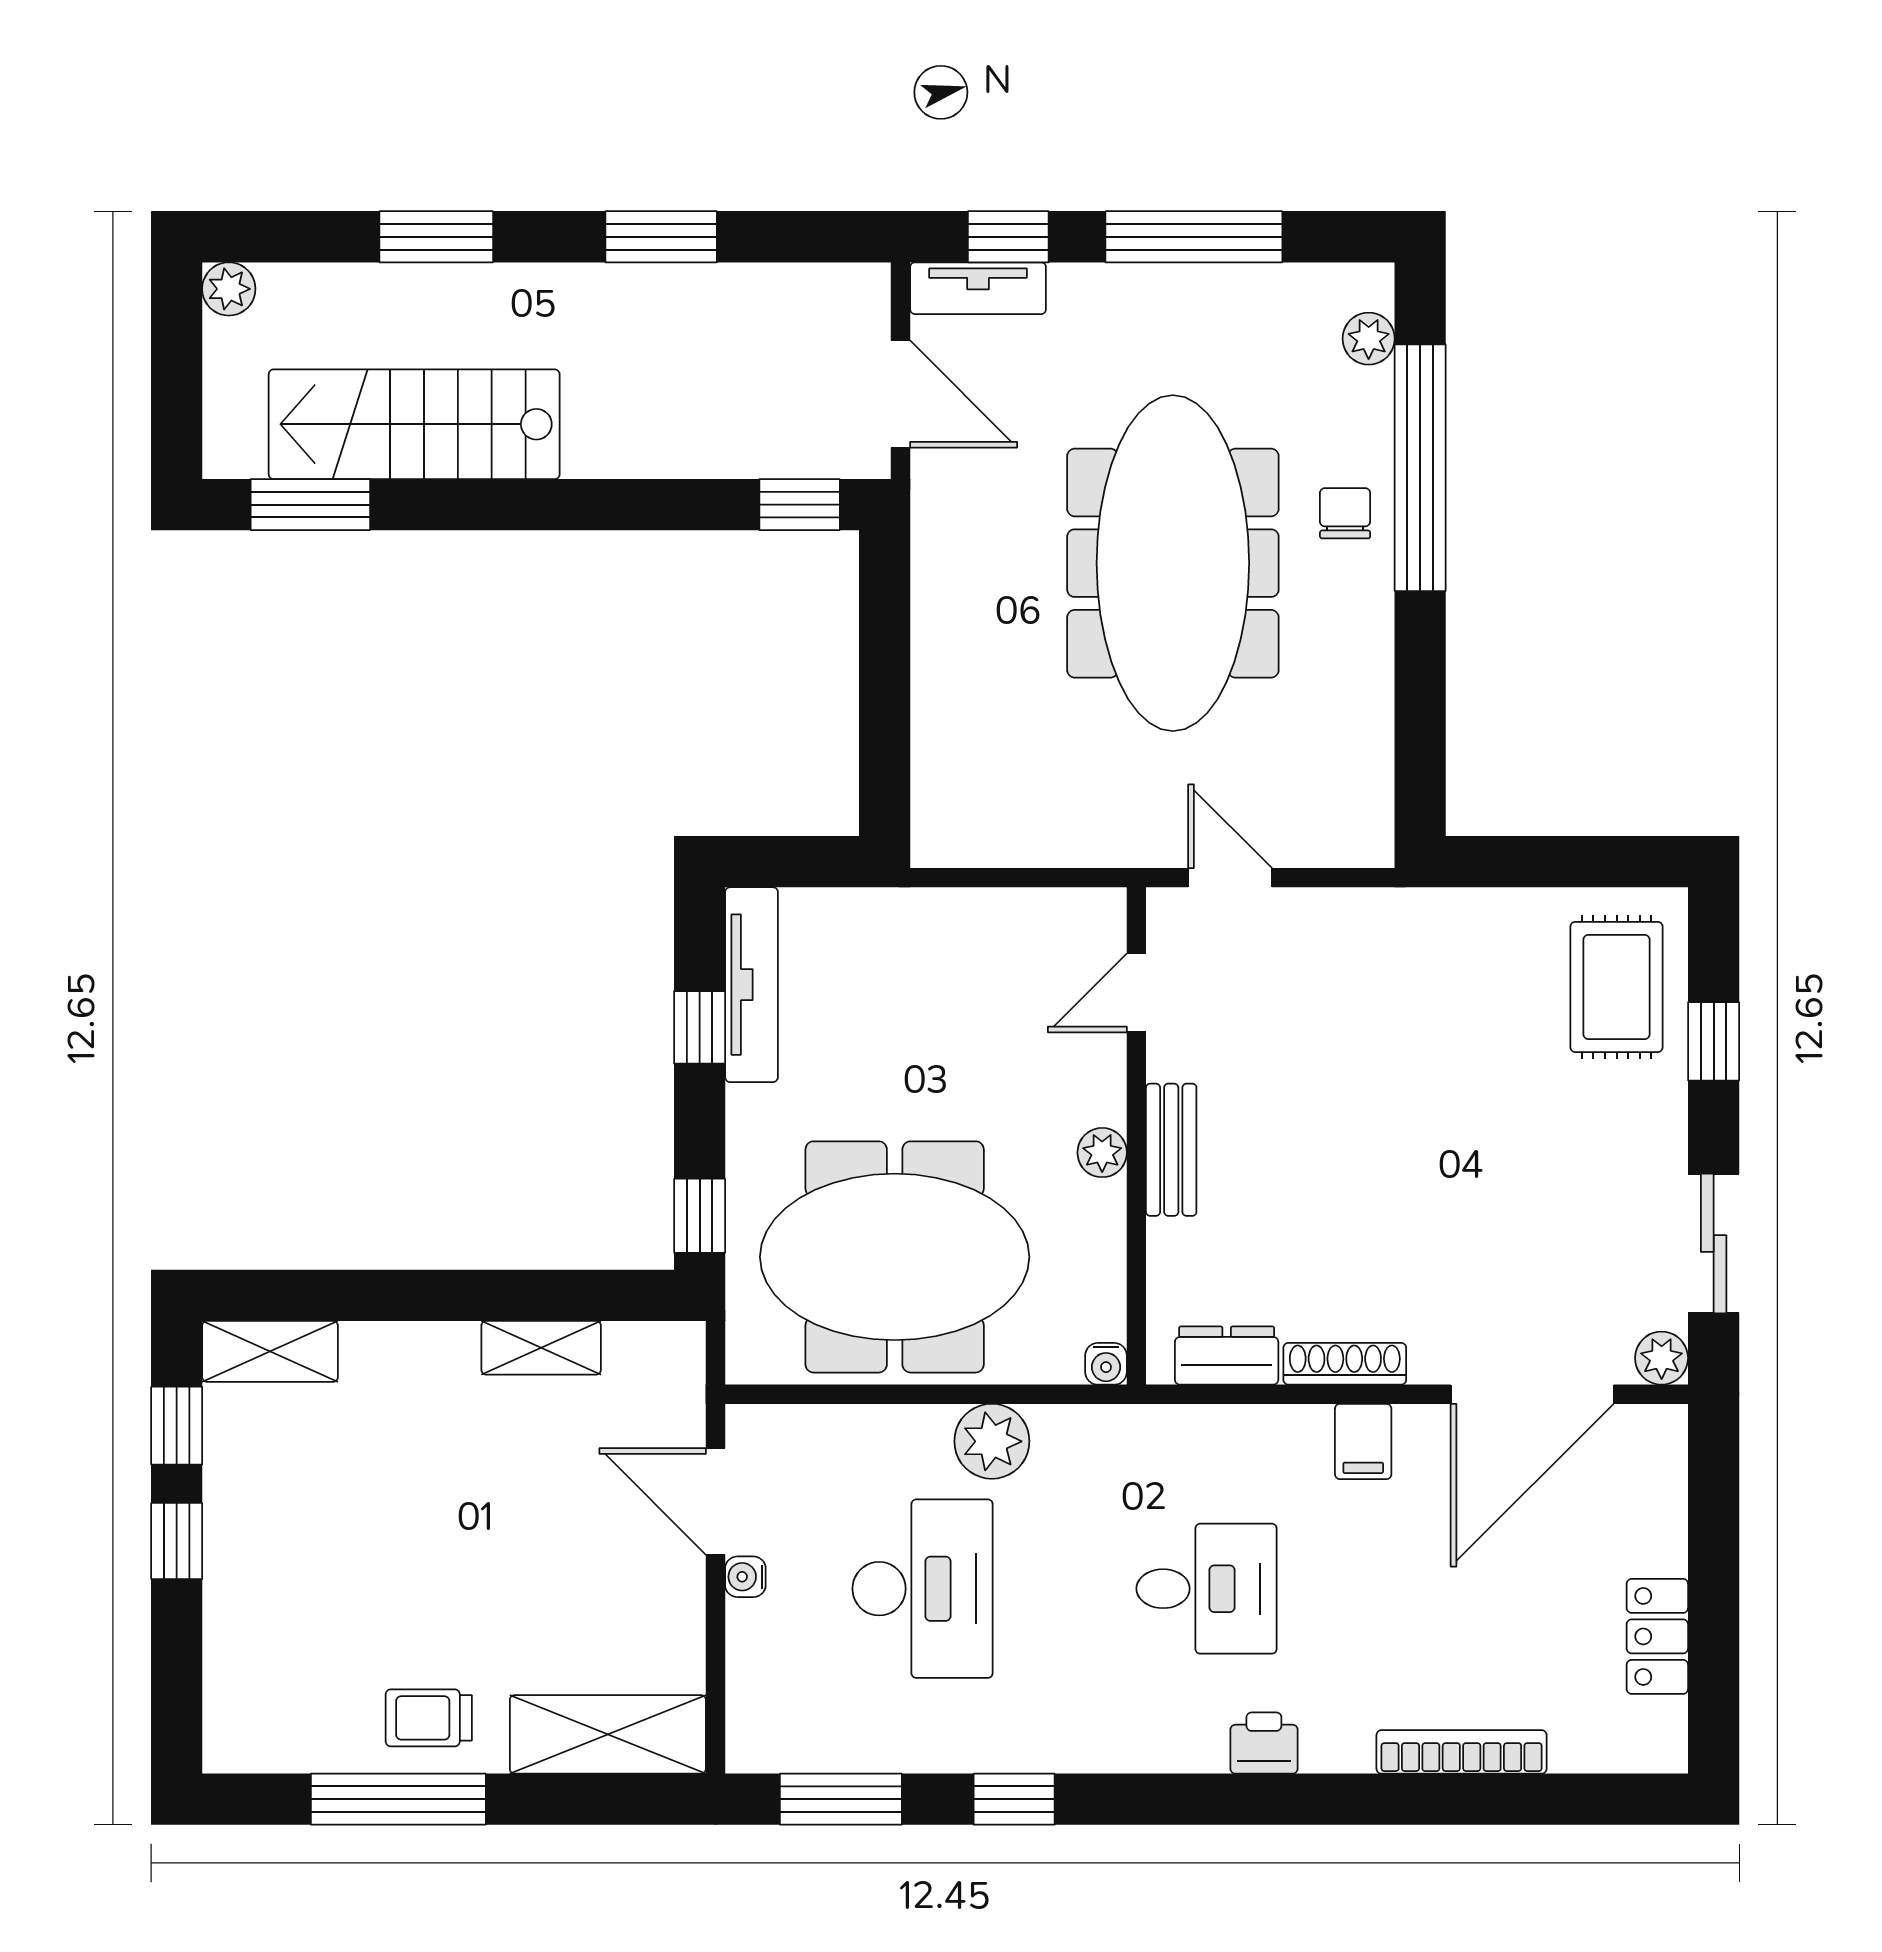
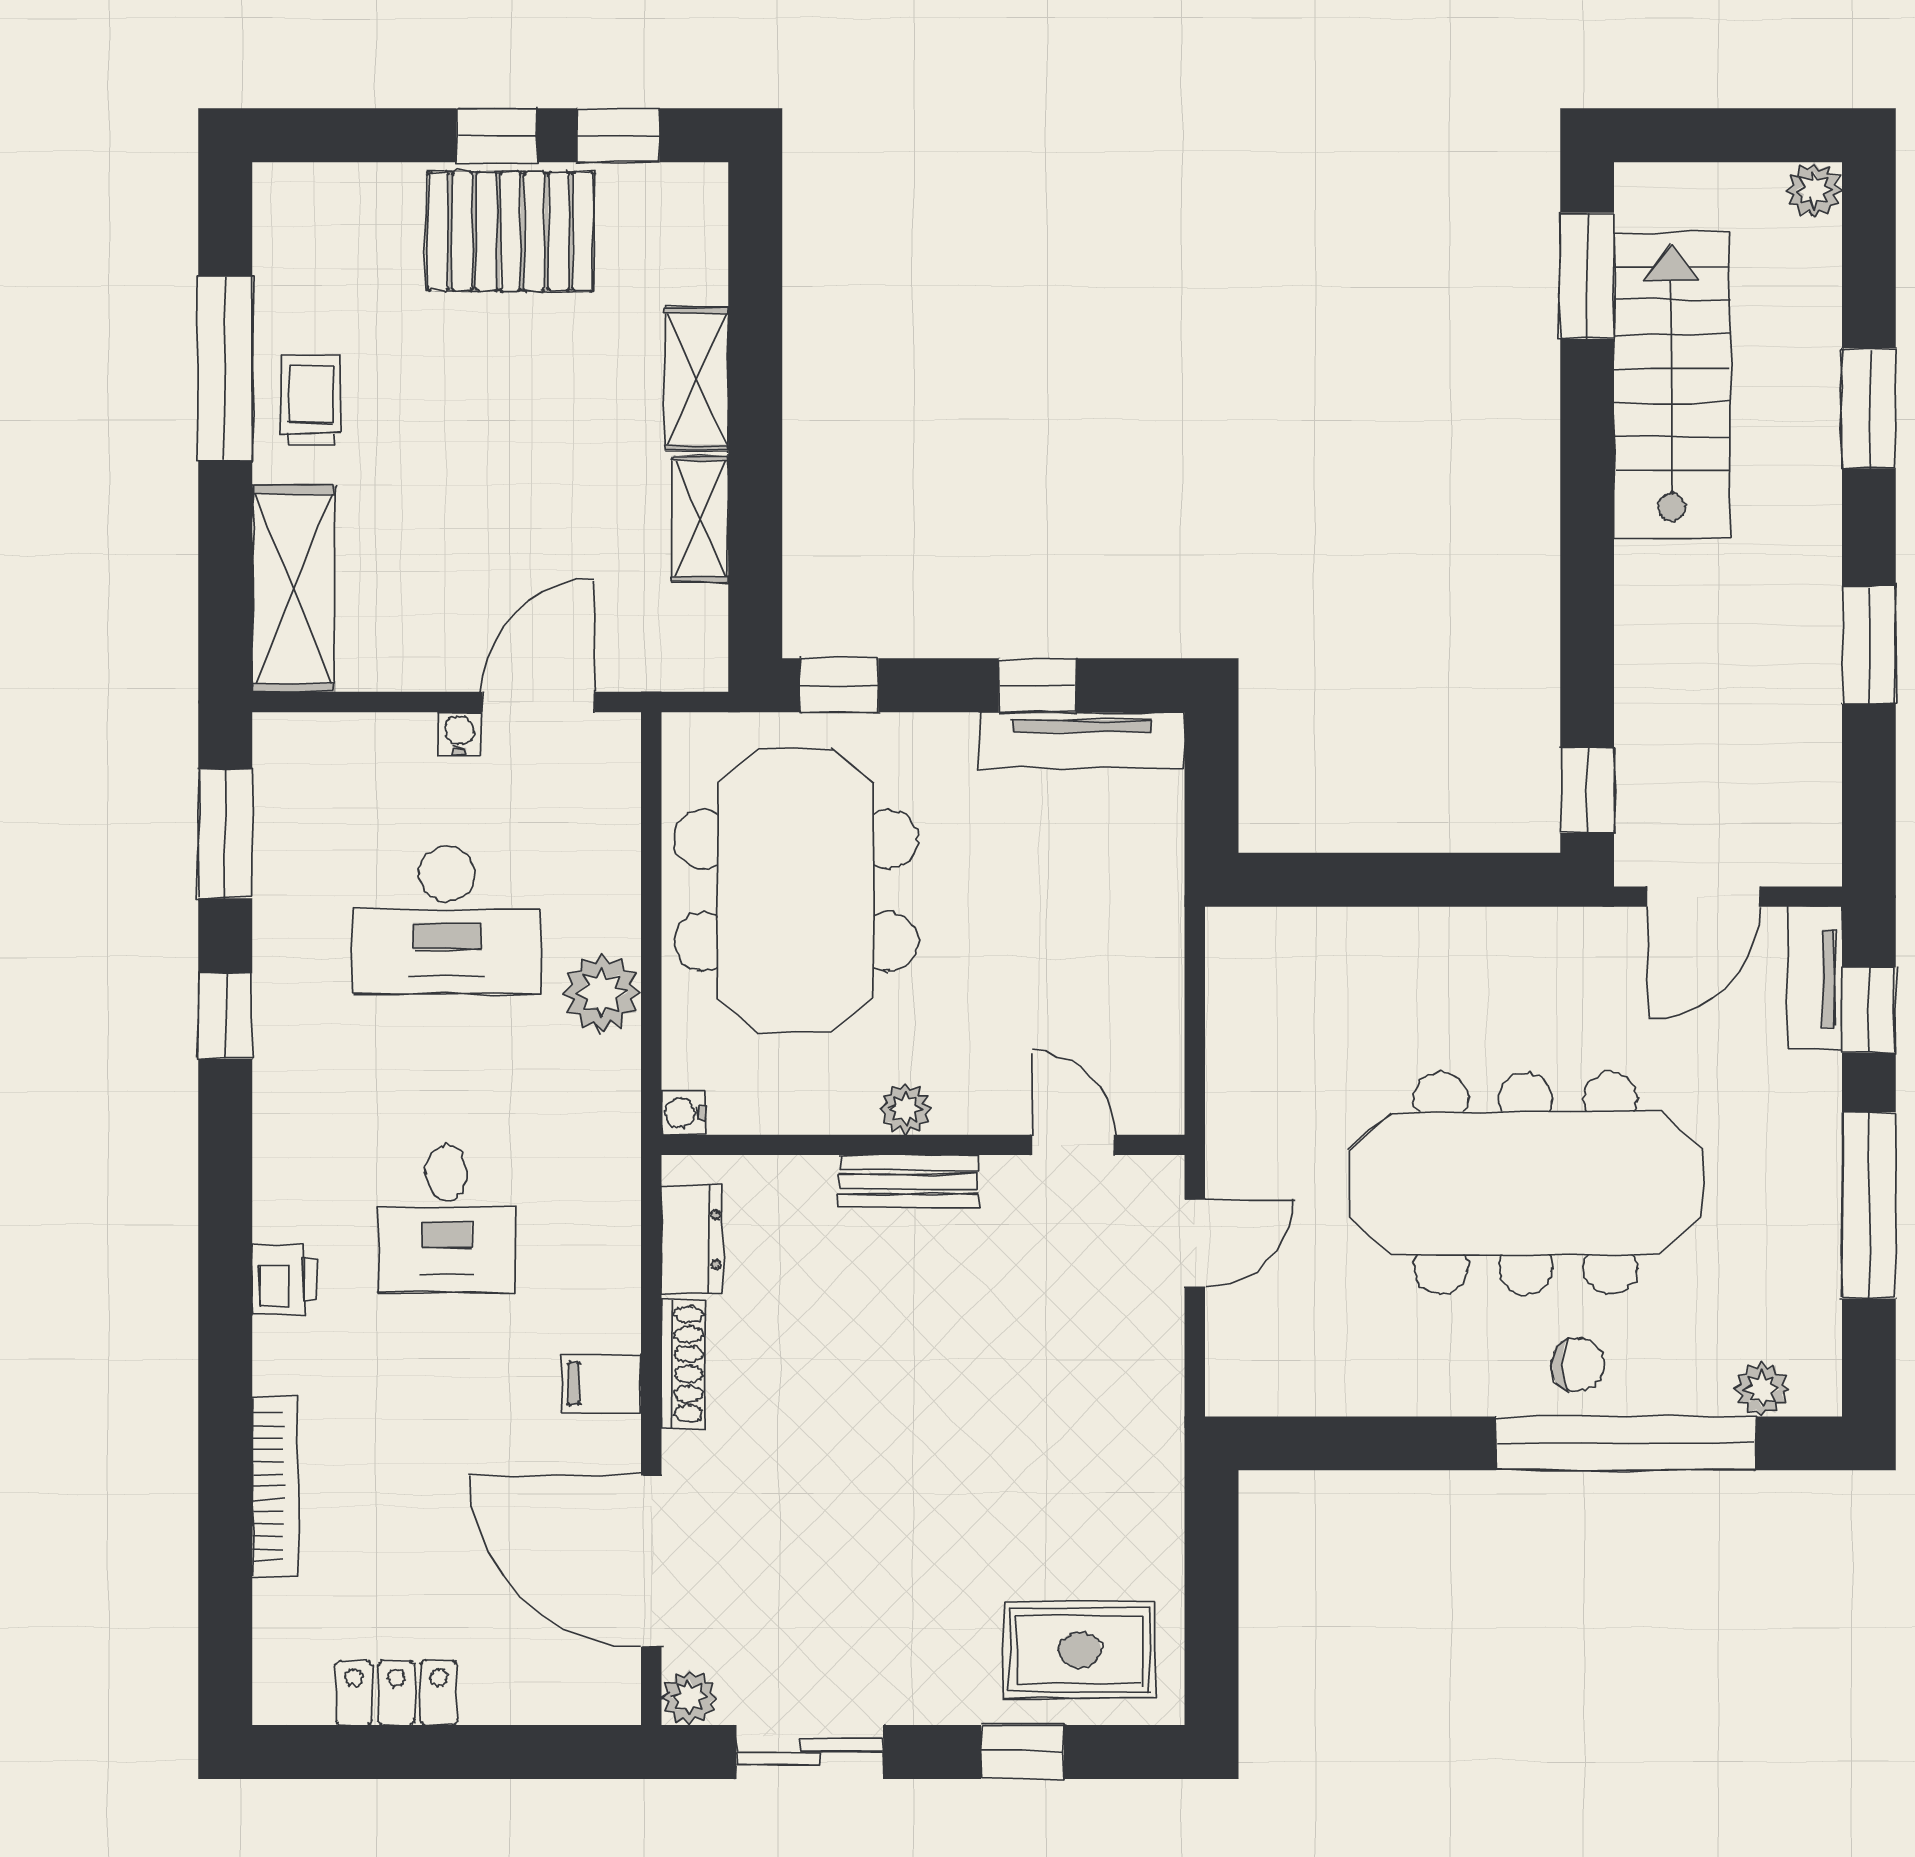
shelving: (270, 1351) -> (696, 379), moved
pallet: (268, 1528) -> (510, 231), added

